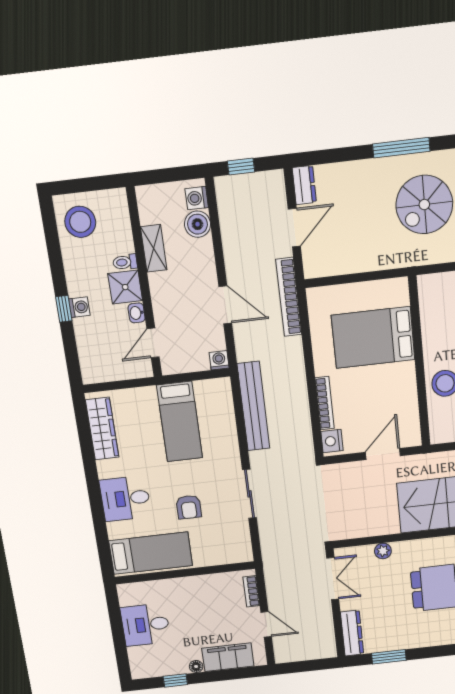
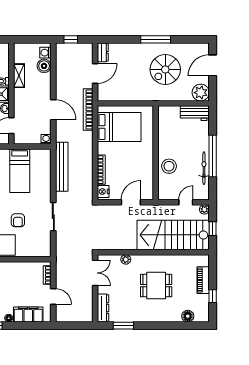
bed: (373, 337) -> (119, 127), moved, turned 180

